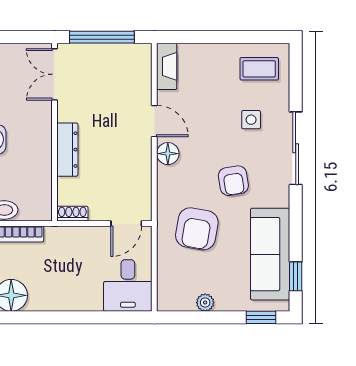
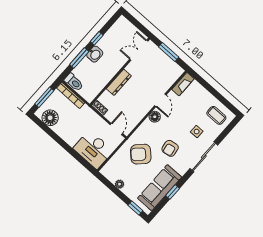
window: (102, 37) -> (169, 52), width x0.69
door: (126, 224) -> (116, 129), swing flipped
armchair: (197, 229) -> (141, 154), turned 35
window: (296, 276) -> (173, 192), moved
desk: (128, 285) -> (93, 149), width x1.37

